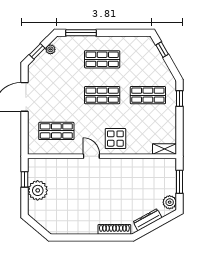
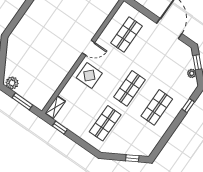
window: (81, 33) -> (188, 106), width x0.46
window: (180, 98) -> (60, 128), moved
dresser: (148, 220) -> (10, 57), removed
shoe rack: (114, 229) -> (21, 26), removed

